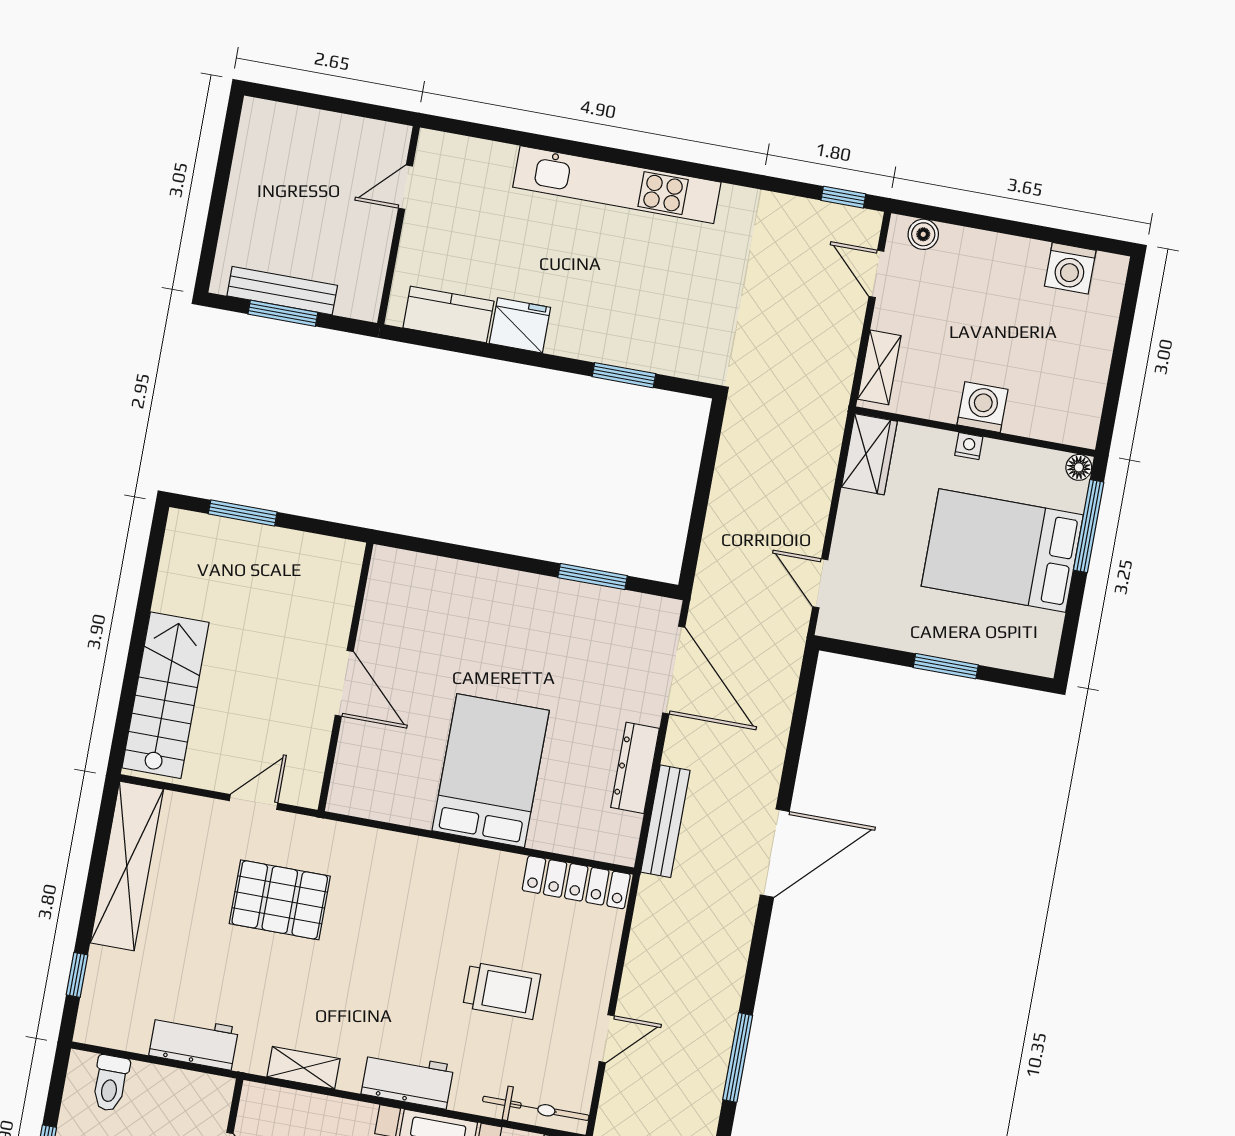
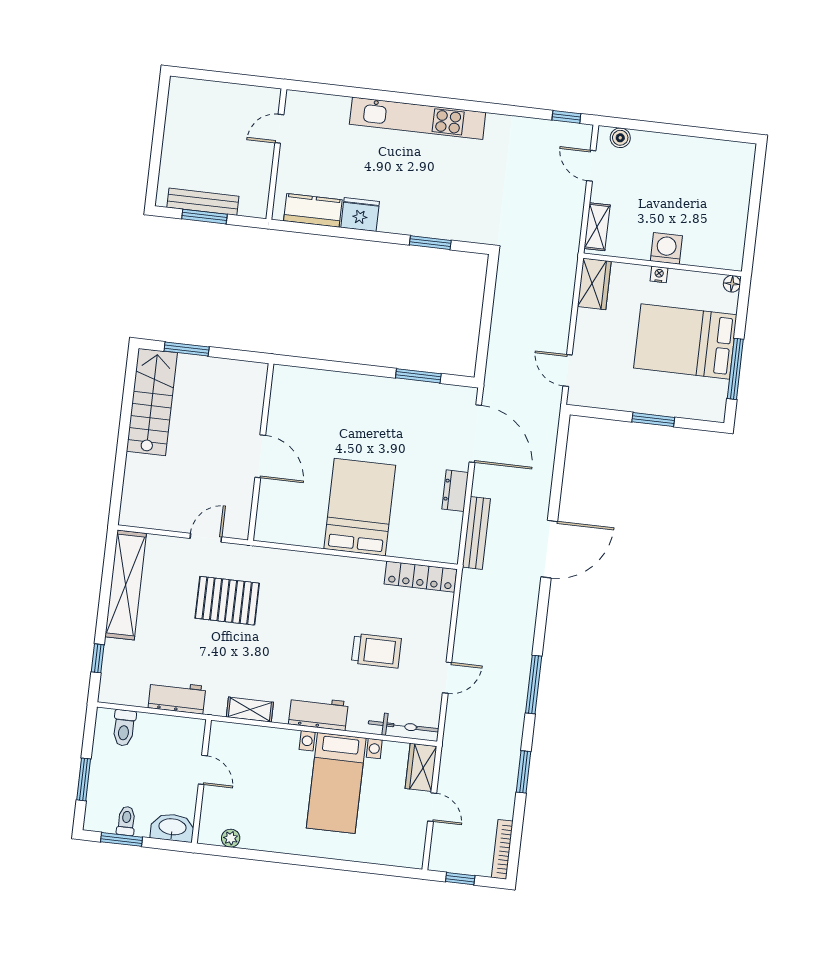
washing machine: (1070, 268) -> (718, 154), removed
window: (1089, 526) -> (735, 369), moved
stairs: (166, 695) -> (152, 402), moved
dresser: (635, 768) -> (455, 491), width x0.70

